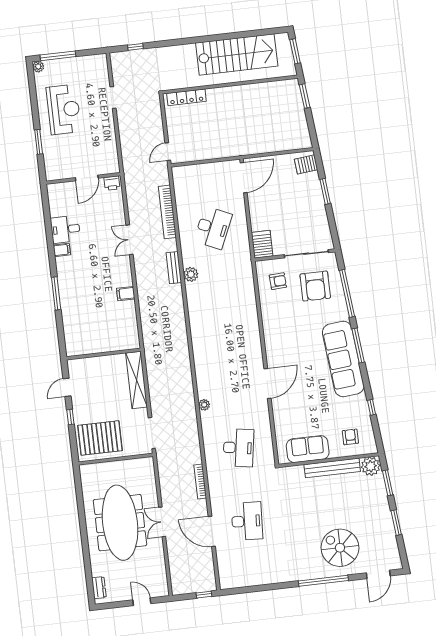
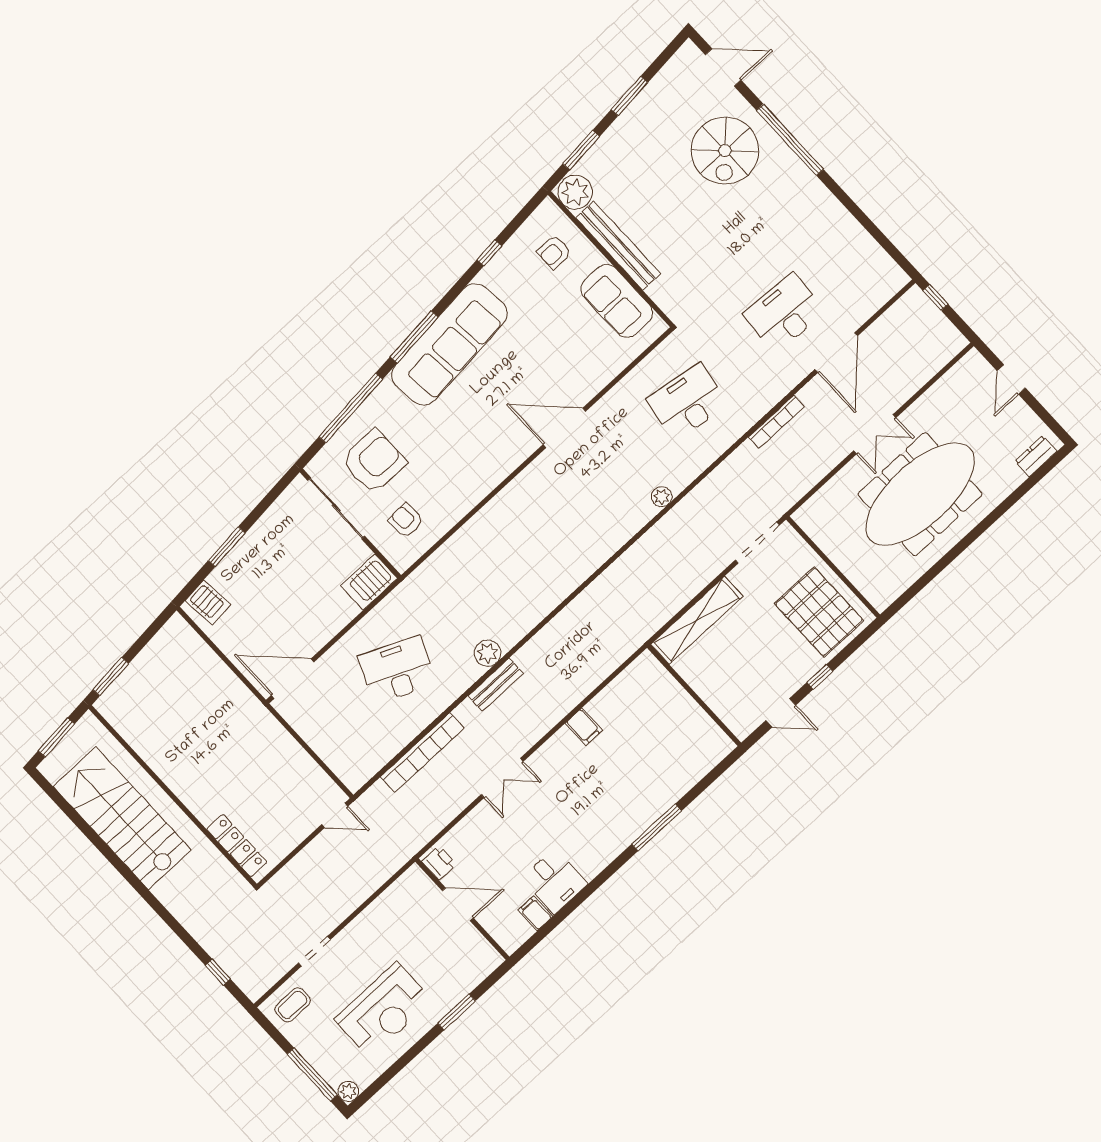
coffee table: (96, 70) -> (293, 1005), added
reception desk: (64, 109) -> (384, 1010), turned 180
filing cabinet: (62, 250) -> (535, 913), moved

